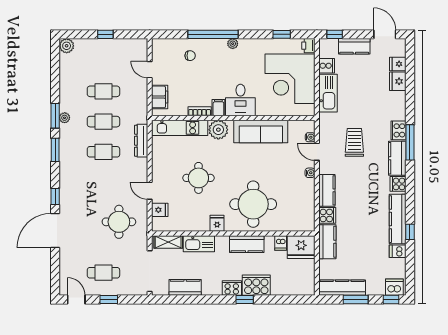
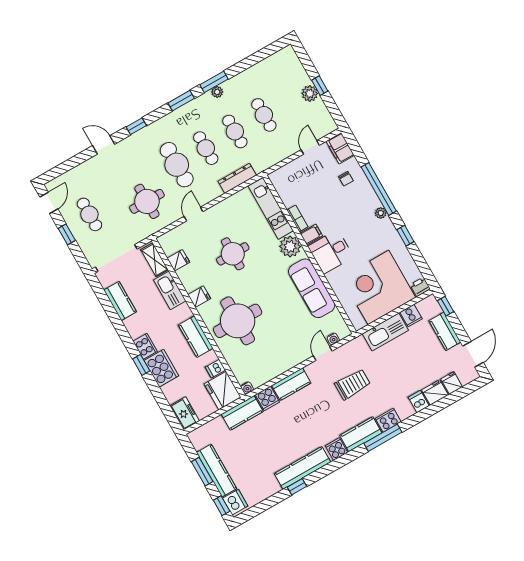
window: (282, 34) -> (405, 236), moved
plant: (67, 46) -> (310, 94), moved
filing cabinet: (160, 97) -> (340, 148), moved, turned 90
water cooler: (310, 173) -> (247, 388), moved
cafe table: (103, 182) -> (177, 165), added
fridge: (160, 210) -> (178, 260), moved, turned -90
door: (55, 231) -> (104, 145), width x0.53
dishwasher: (398, 251) -> (419, 402), moved
freezer: (302, 287) -> (185, 413), added
kitchen counter: (342, 288) -> (217, 471), moved

